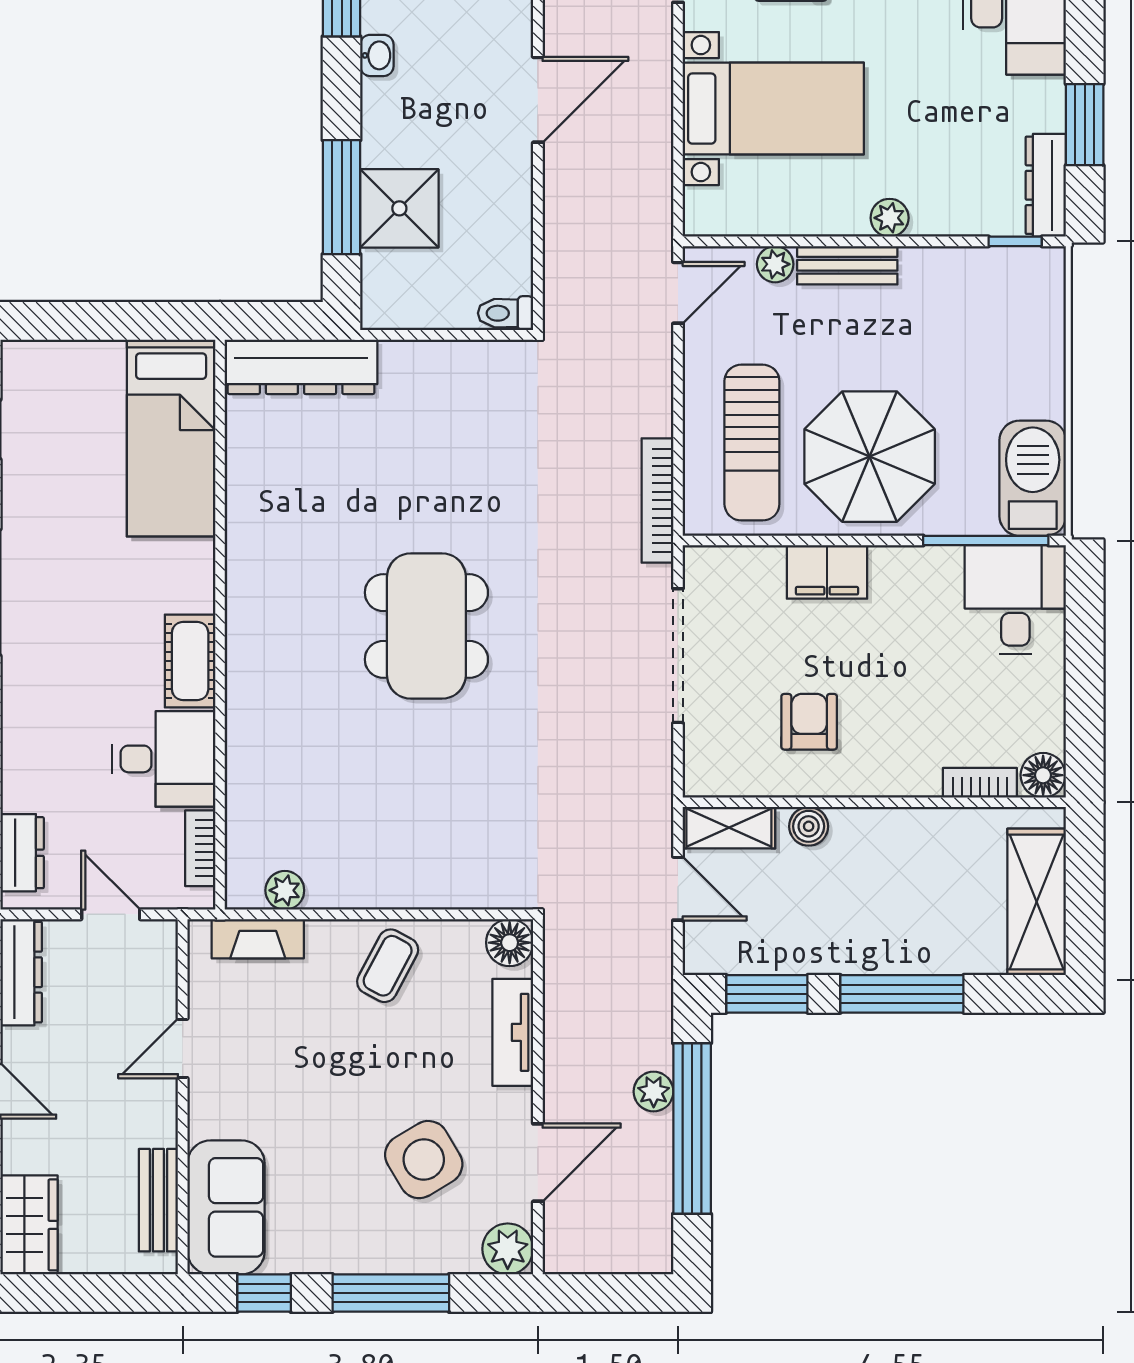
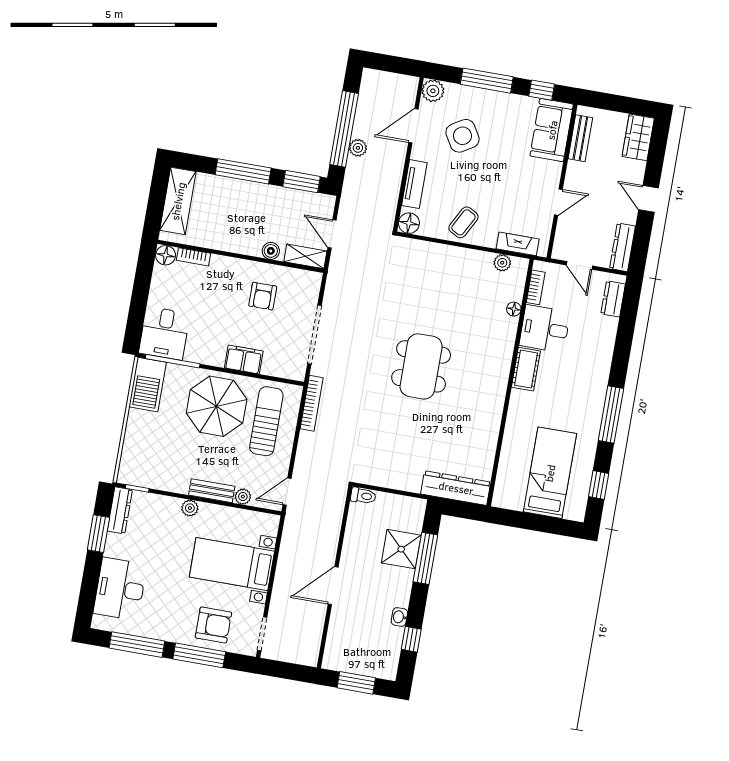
bed: (171, 438) -> (550, 473), moved
floor lamp: (241, 791) -> (514, 309), added

